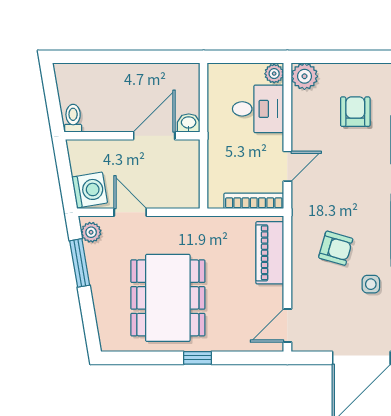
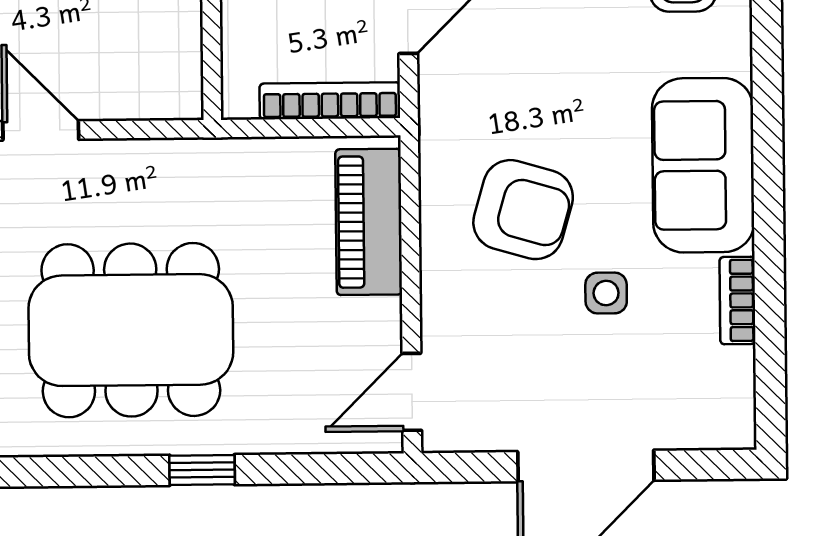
armchair: (336, 248) -> (523, 210), width x1.38, depth x1.38
dining table: (168, 298) -> (131, 330), turned 90

